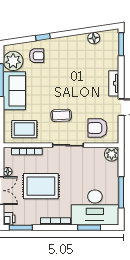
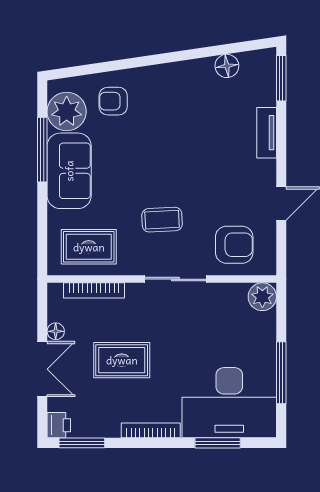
window: (43, 37) -> (126, 64), removed
armchair: (37, 56) -> (113, 101), turned 180
tv unit: (114, 83) -> (267, 133), moved
armchair: (97, 128) -> (234, 245), turned 180
rug: (41, 186) -> (122, 360), width x0.73, depth x0.70

